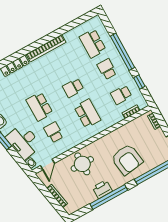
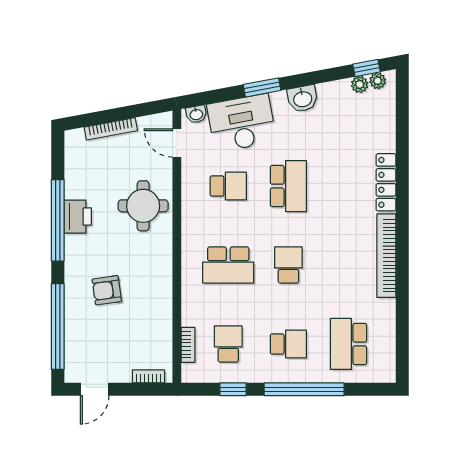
school desk: (93, 43) -> (349, 344), turned -90
school desk: (39, 107) -> (288, 186), turned 90
armchair: (127, 159) -> (107, 290), width x0.53, depth x0.53

